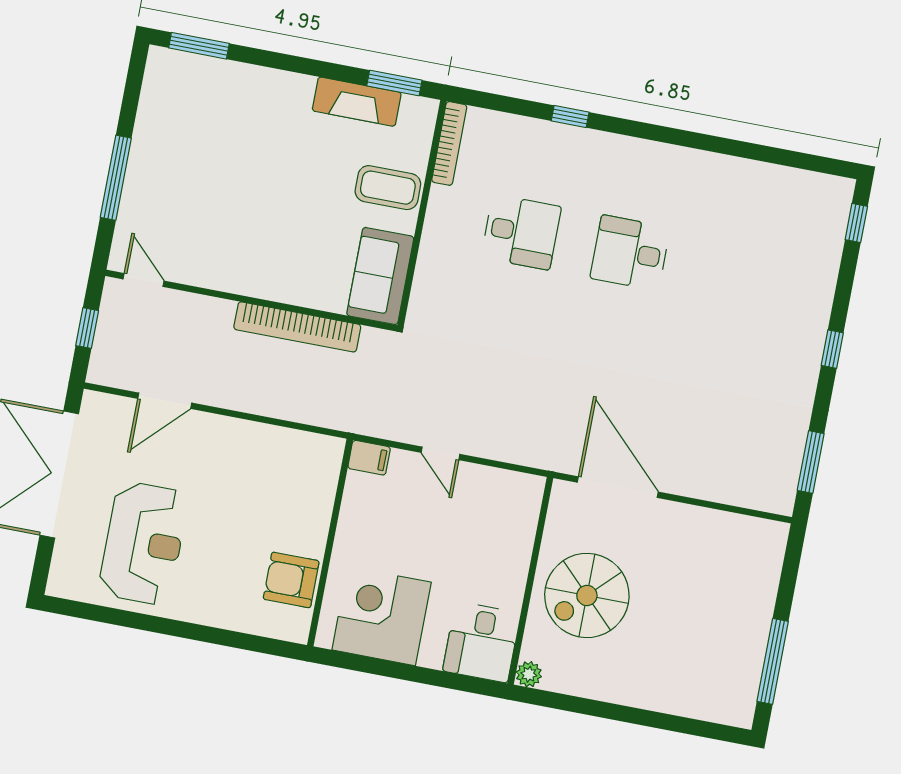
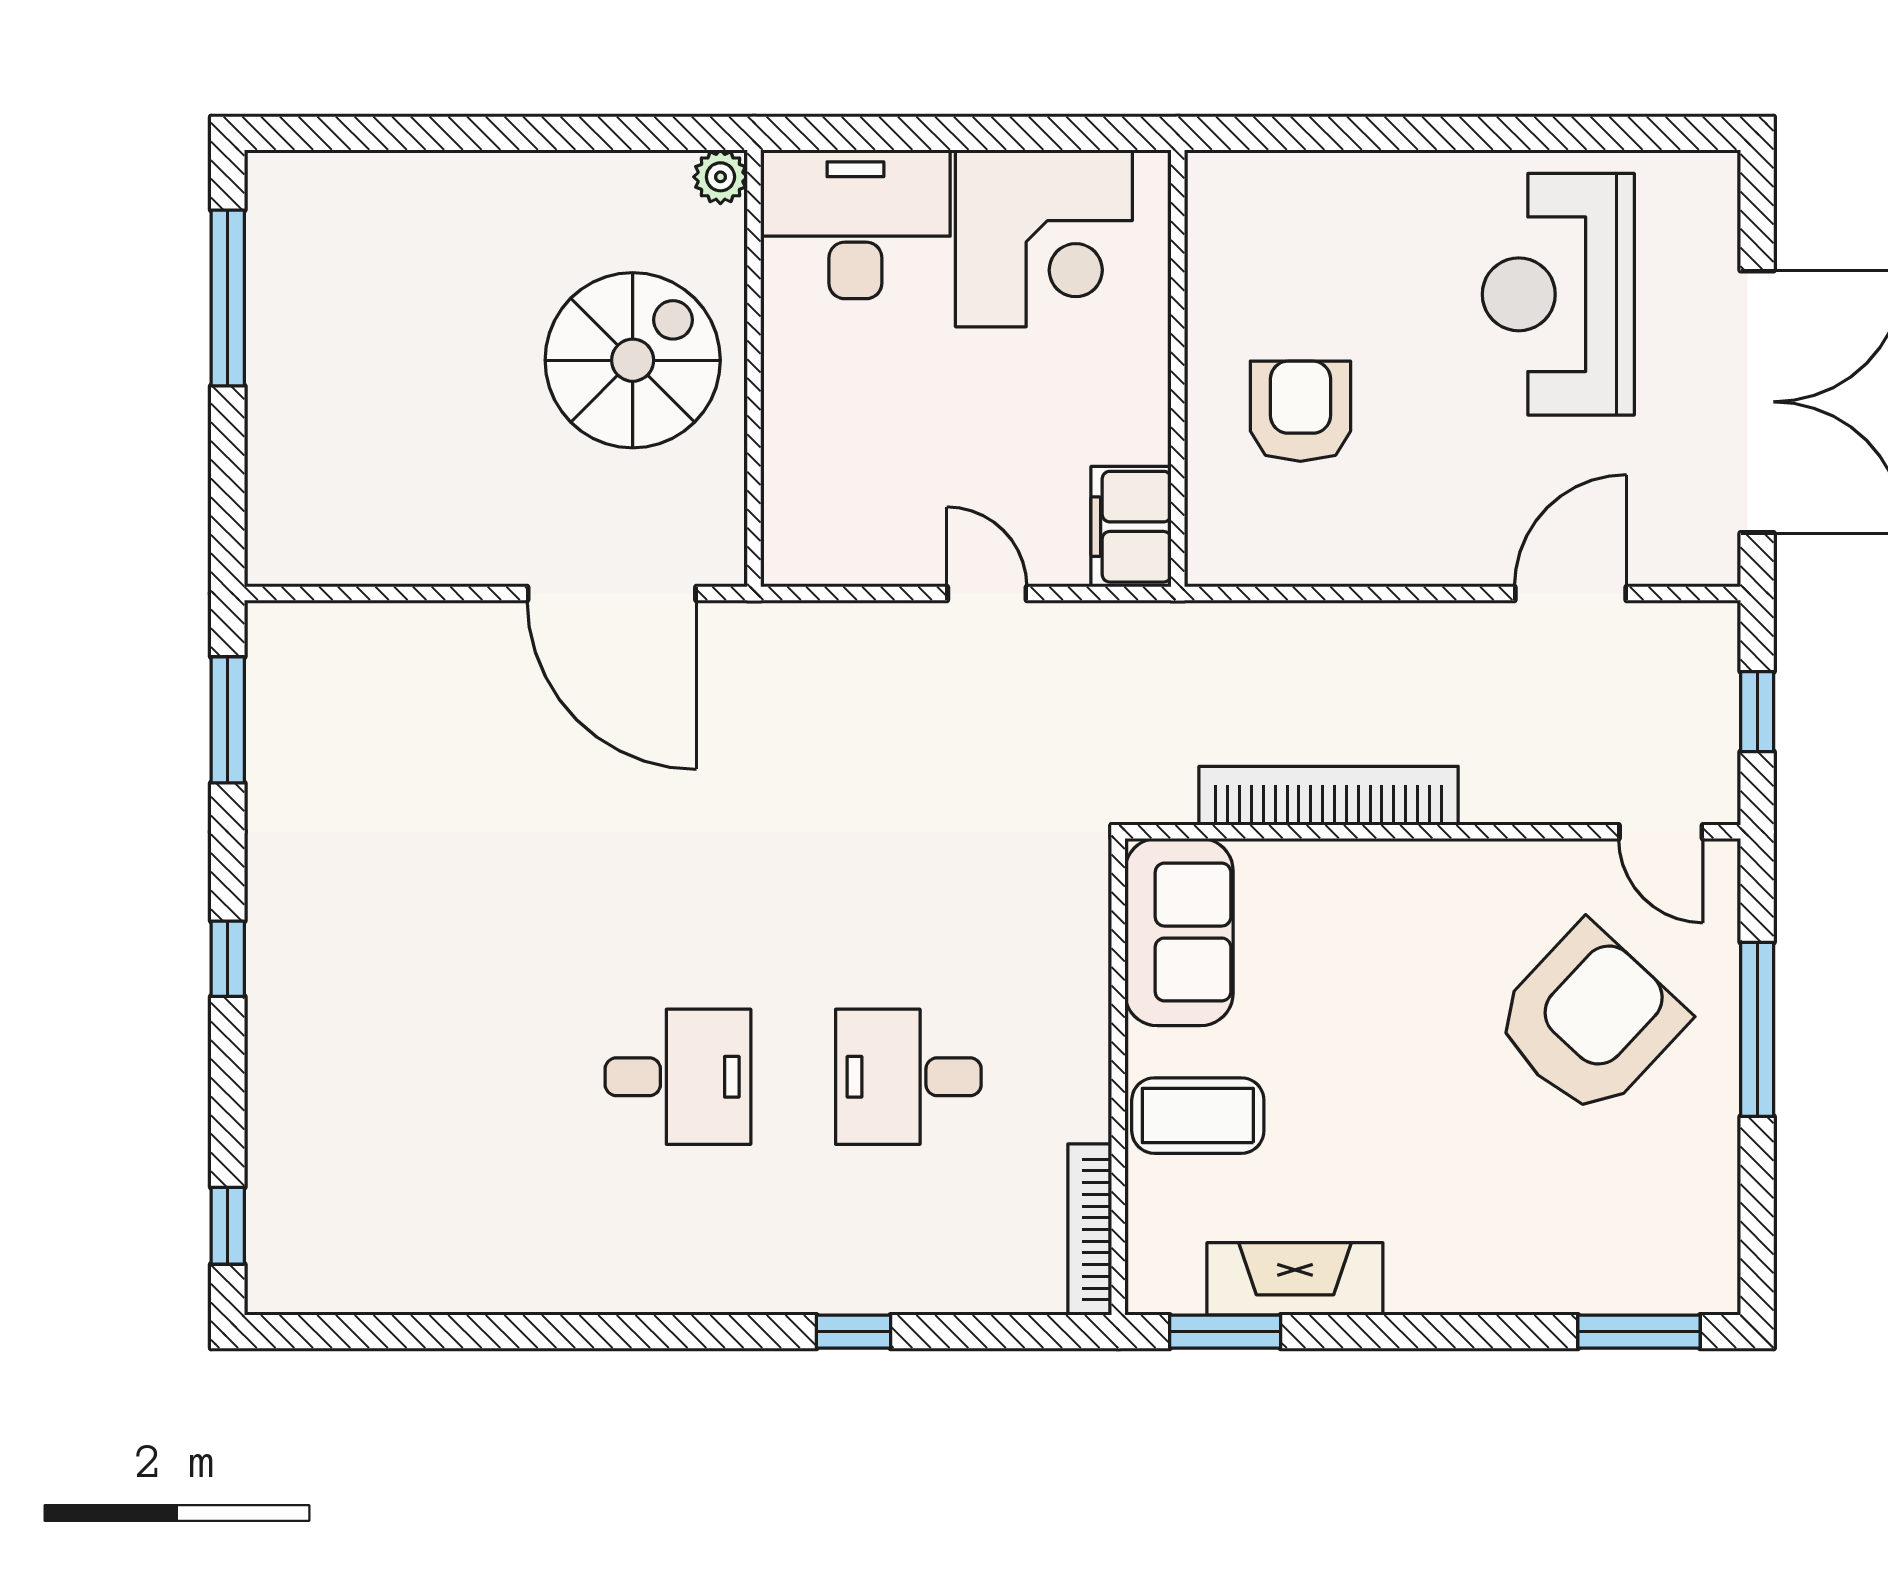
armchair: (194, 197) -> (1589, 1020), added
filing cabinet: (369, 458) -> (1131, 527), width x2.00
armchair: (291, 580) -> (1300, 411), moved, turned -90
desk: (482, 642) -> (855, 224), width x1.37

